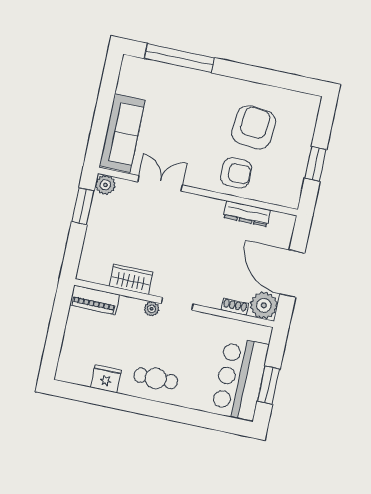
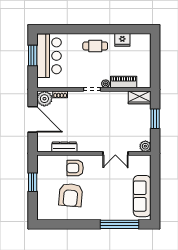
sofa: (122, 133) -> (142, 196), moved
window: (83, 206) -> (155, 119), moved
wardrobe: (131, 279) -> (140, 97), moved
piano: (95, 300) -> (124, 82), moved

